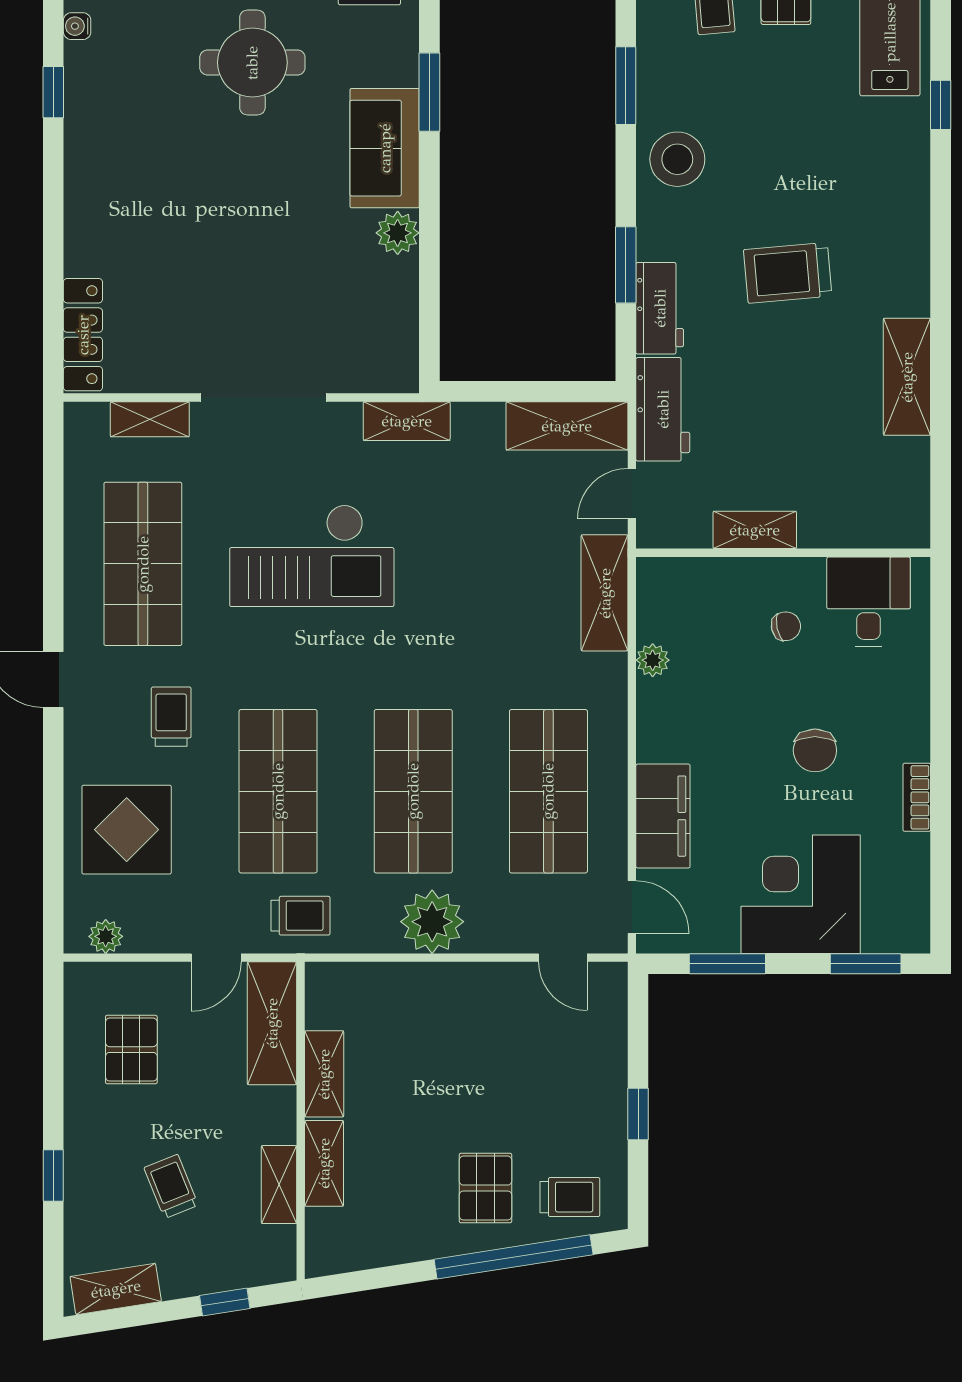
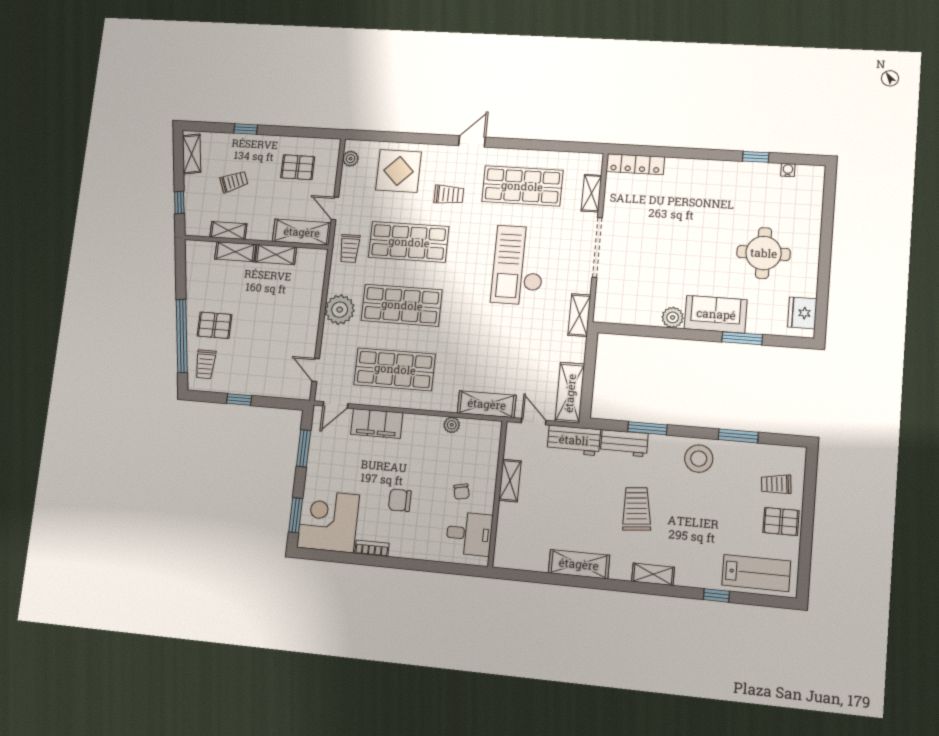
shelving: (912, 230) -> (653, 574), added
corner desk: (801, 894) -> (328, 521), moved, turned -90
door: (563, 958) -> (316, 370), hinge flipped

